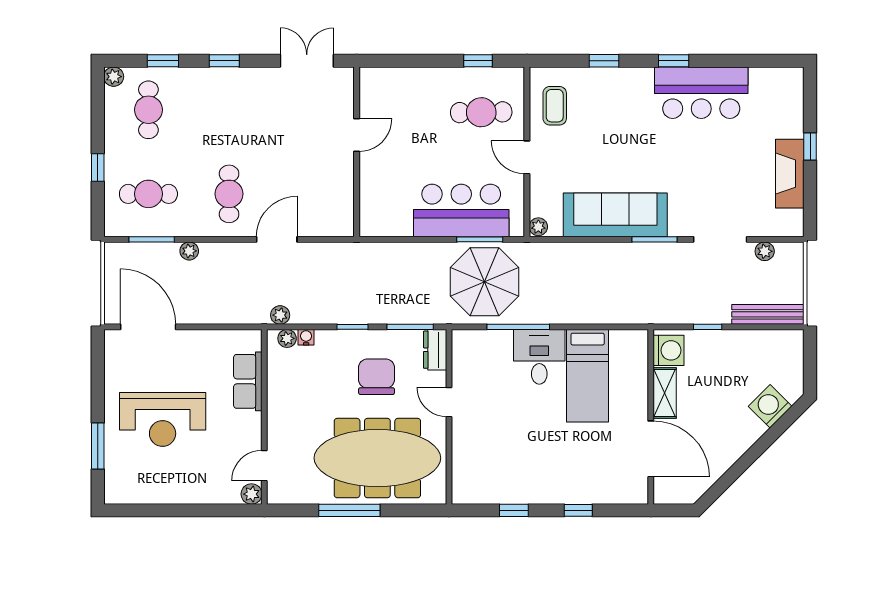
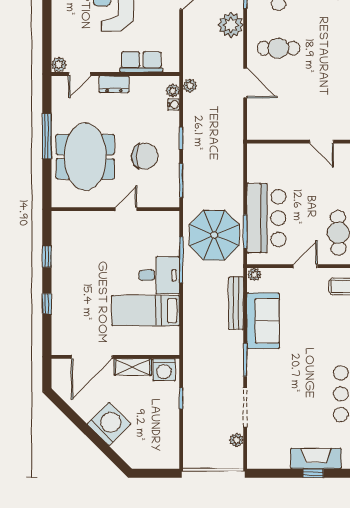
fireplace: (790, 174) -> (316, 458), moved
sofa: (615, 215) -> (263, 321), width x0.73
plant: (189, 251) -> (231, 25), width x1.88, depth x1.88
bench: (768, 314) -> (236, 303), moved
dresser: (435, 350) -> (114, 84), moved, turned 180
washing machine: (770, 406) -> (109, 424), moved, width x1.37, depth x1.37
meeting table: (377, 458) -> (85, 157), width x0.73
door: (264, 466) -> (80, 74), swing flipped

